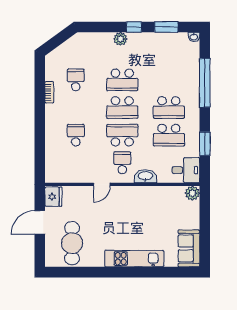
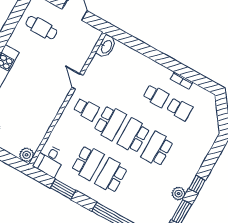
plant: (120, 39) -> (179, 194), moved
school desk: (76, 135) -> (156, 96), moved
school desk: (169, 135) -> (88, 162), turned 180
washbasin: (145, 176) -> (106, 47), moved
fridge: (53, 197) -> (90, 34), removed
cafe table: (72, 243) -> (41, 28), width x0.73, depth x0.74

